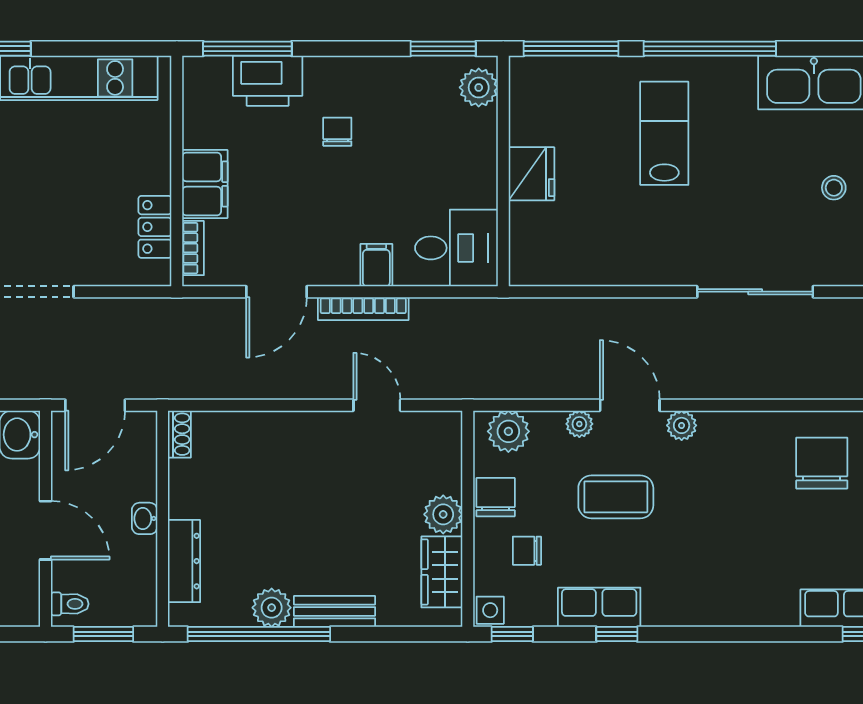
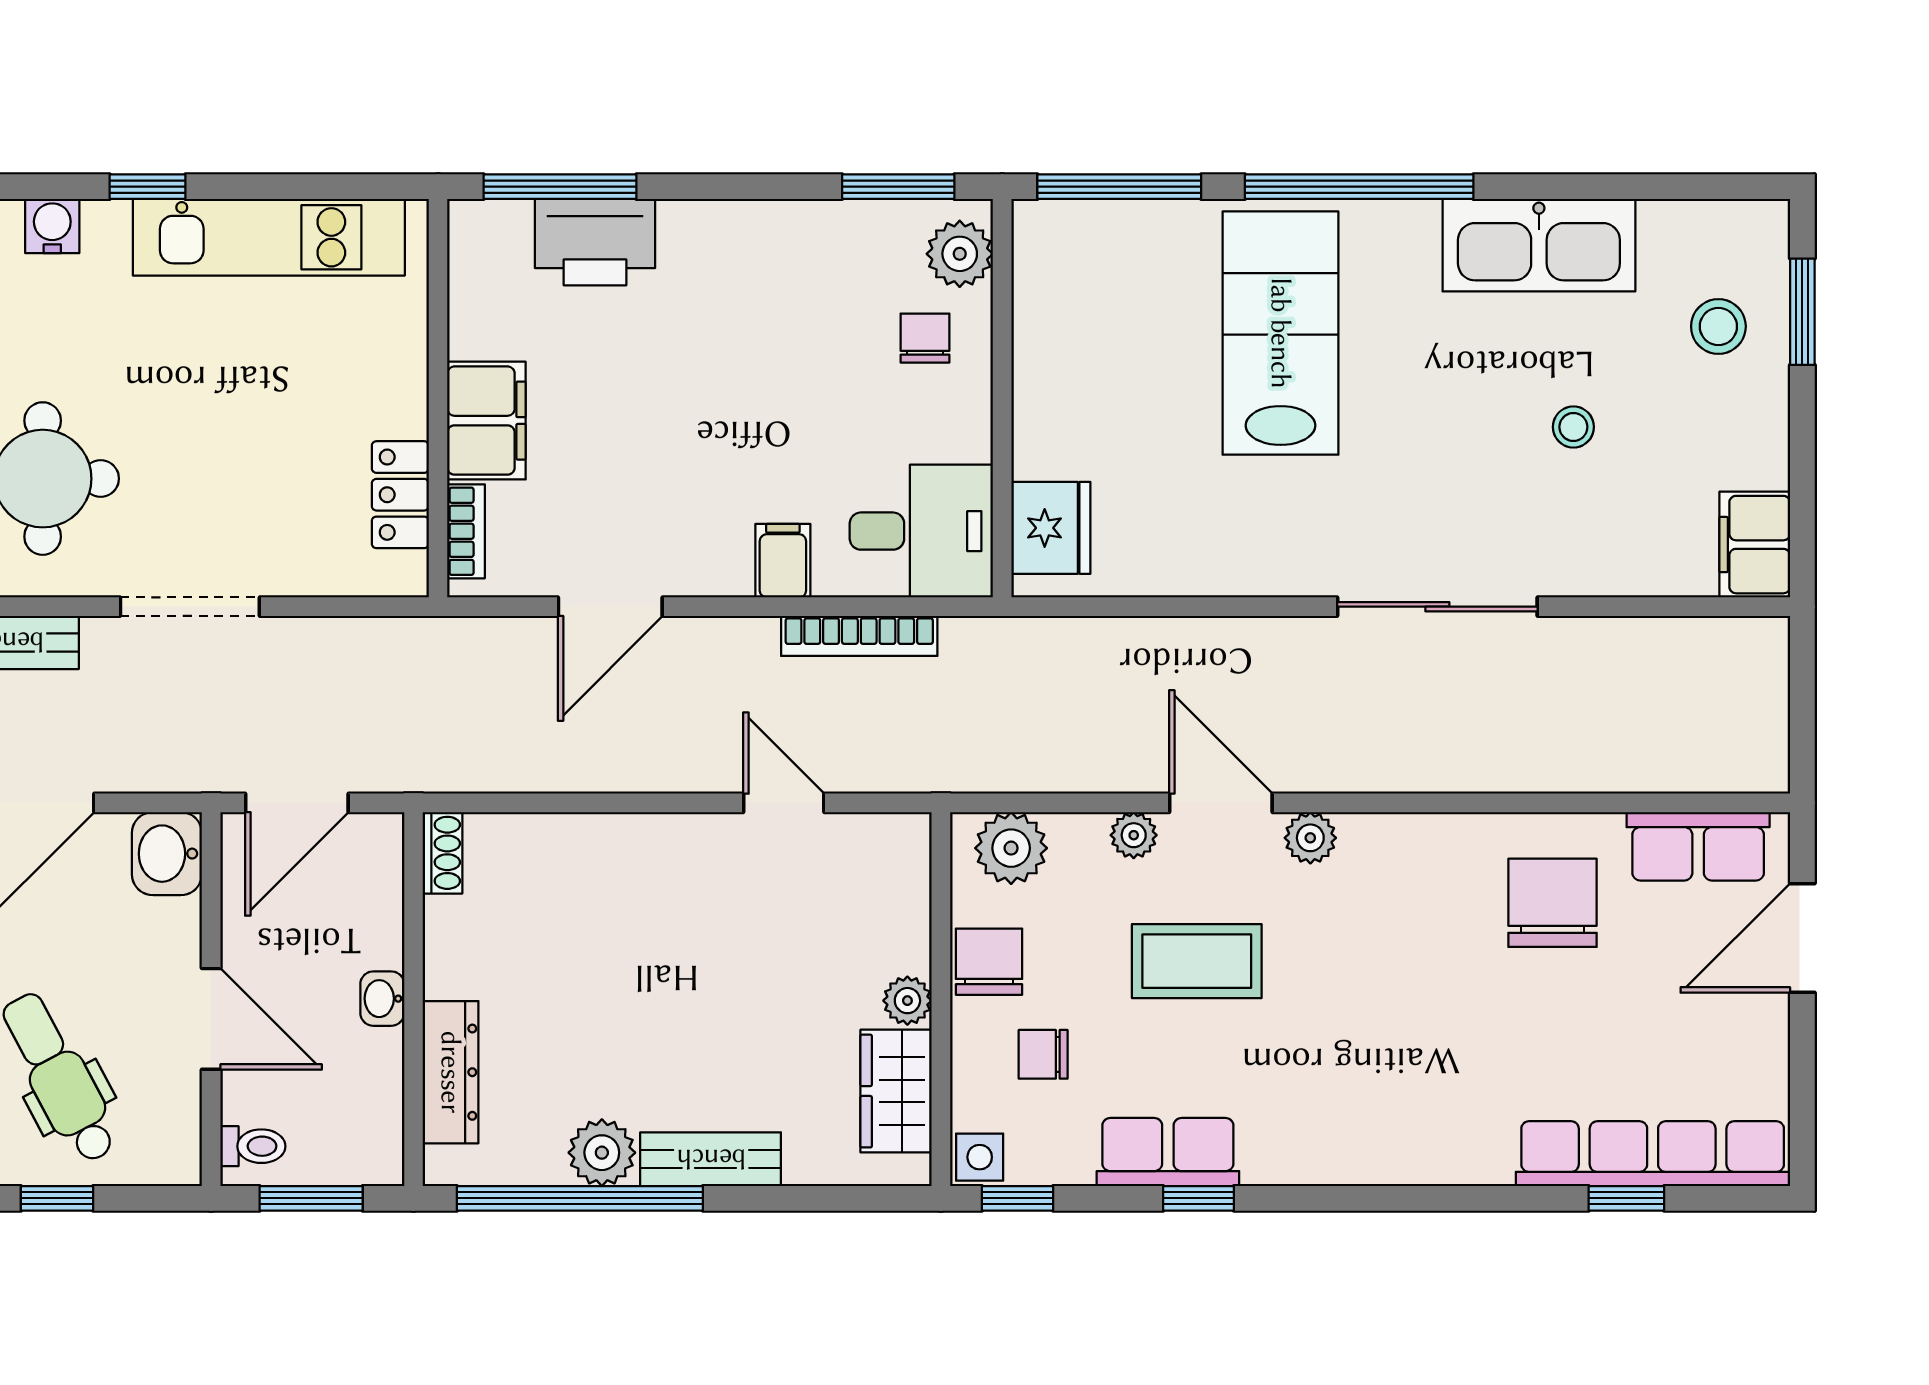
chair: (337, 132) -> (925, 338), moved
lab bench: (664, 133) -> (1281, 333), width x1.36, depth x1.39
fridge: (531, 174) -> (1051, 528), moved
bookcase: (363, 309) -> (859, 636), moved
plant: (443, 514) -> (907, 1001), width x0.73, depth x0.73

